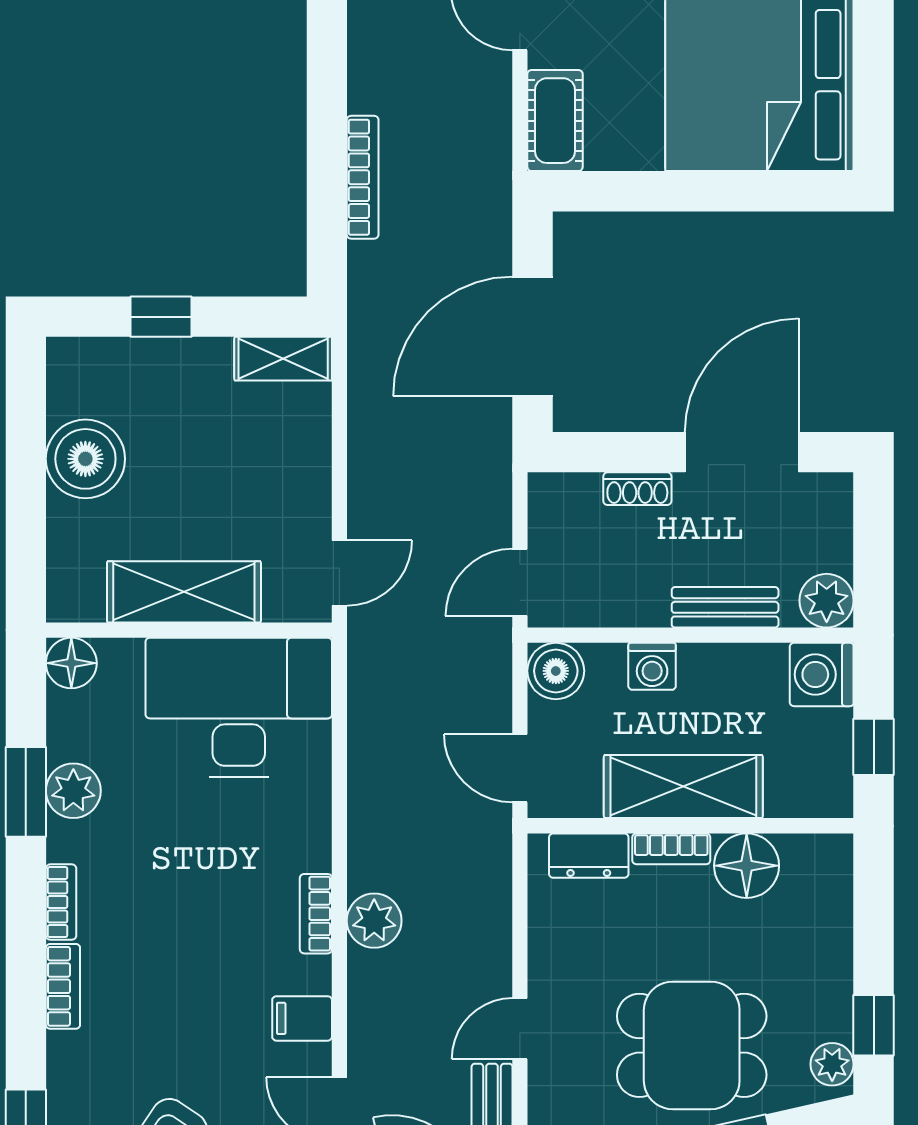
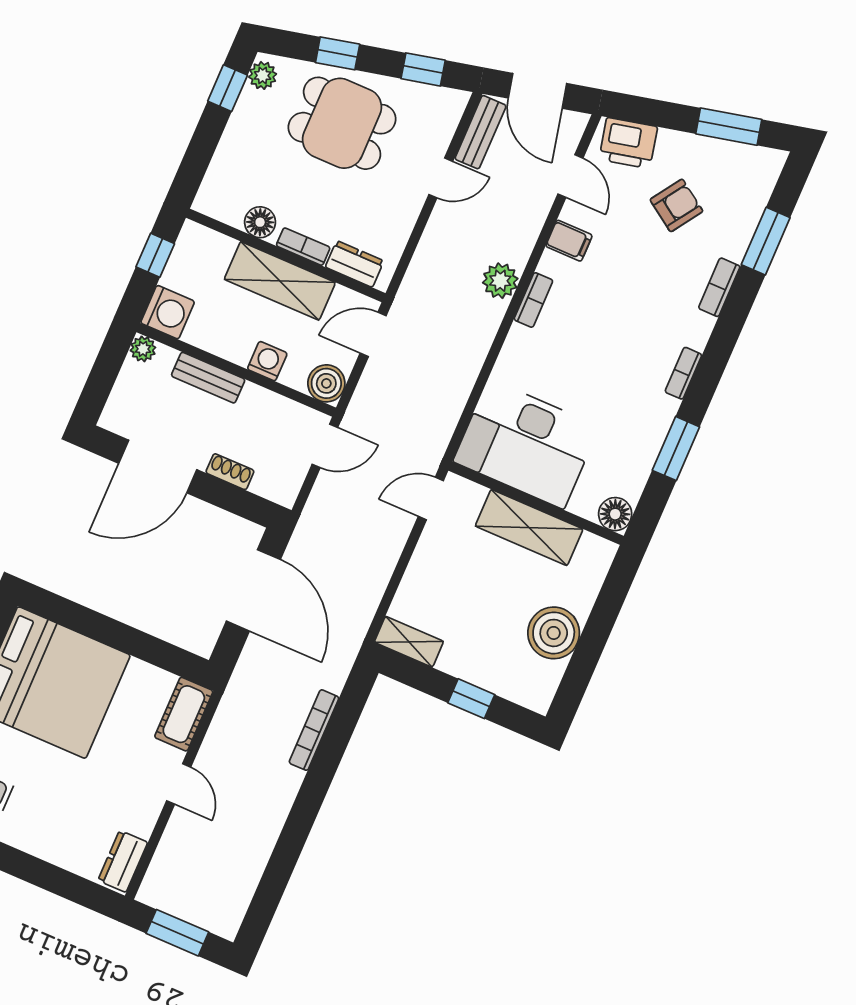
door: (532, 336) -> (253, 590), hinge flipped
plant: (827, 601) -> (143, 349), width x0.73, depth x0.73
door: (520, 768) -> (373, 334), swing flipped
plant: (73, 791) -> (647, 437), removed
floor lamp: (747, 866) -> (260, 222), width x0.73, depth x0.73
bookcase: (63, 986) -> (719, 287), moved

